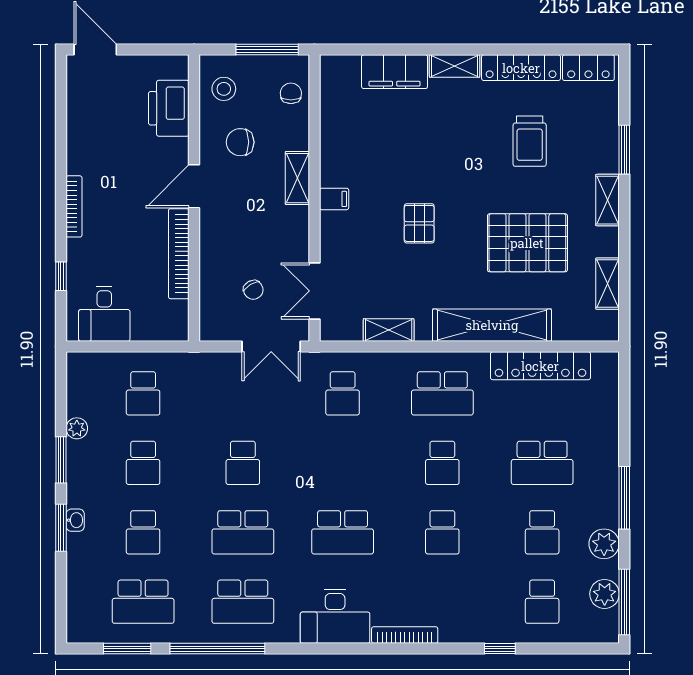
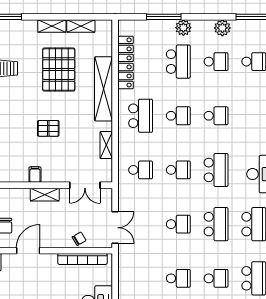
shelving: (297, 178) -> (45, 195), moved
door: (194, 186) -> (28, 251), swing flipped
shelving: (607, 200) -> (52, 26), moved
bookcase: (179, 254) -> (82, 259), moved
chair: (253, 290) -> (79, 239), moved
double door: (271, 347) -> (115, 228), moved
school desk: (143, 393) -> (178, 170), moved
window: (624, 498) -> (164, 17), moved
plant: (605, 594) -> (183, 28), moved

